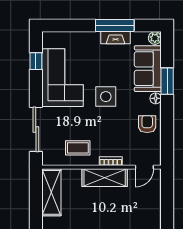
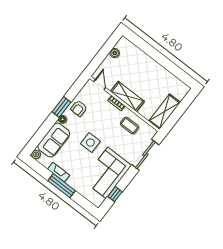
window: (115, 26) -> (62, 186), moved
window: (167, 81) -> (61, 107), moved
door: (144, 167) -> (100, 85), hinge flipped
boiler: (155, 214) -> (115, 53), added

